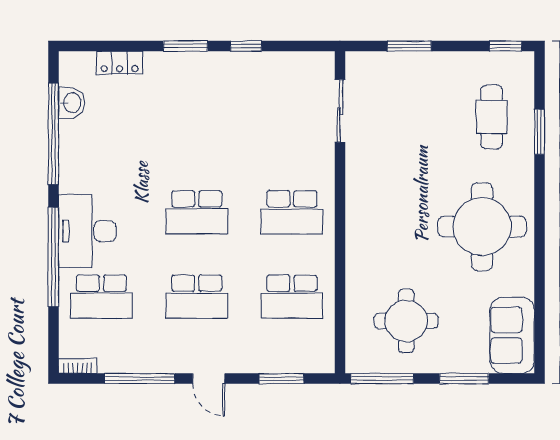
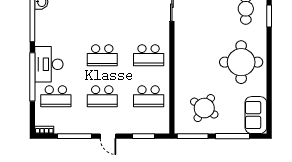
round table: (406, 321) -> (204, 108), turned 33
window: (464, 379) -> (232, 136), width x1.44

